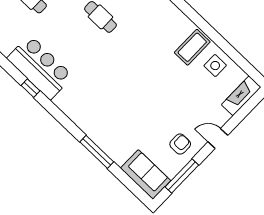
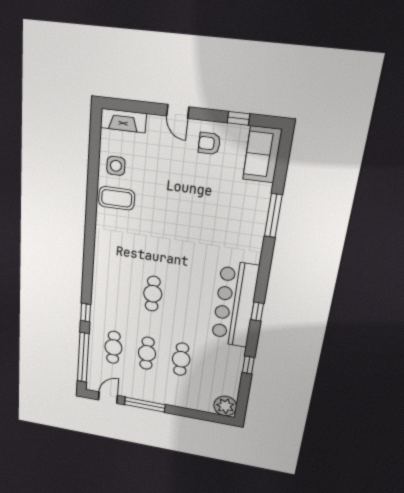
bar counter: (40, 67) -> (235, 304), width x1.36
window: (182, 176) -> (238, 118), width x0.46

